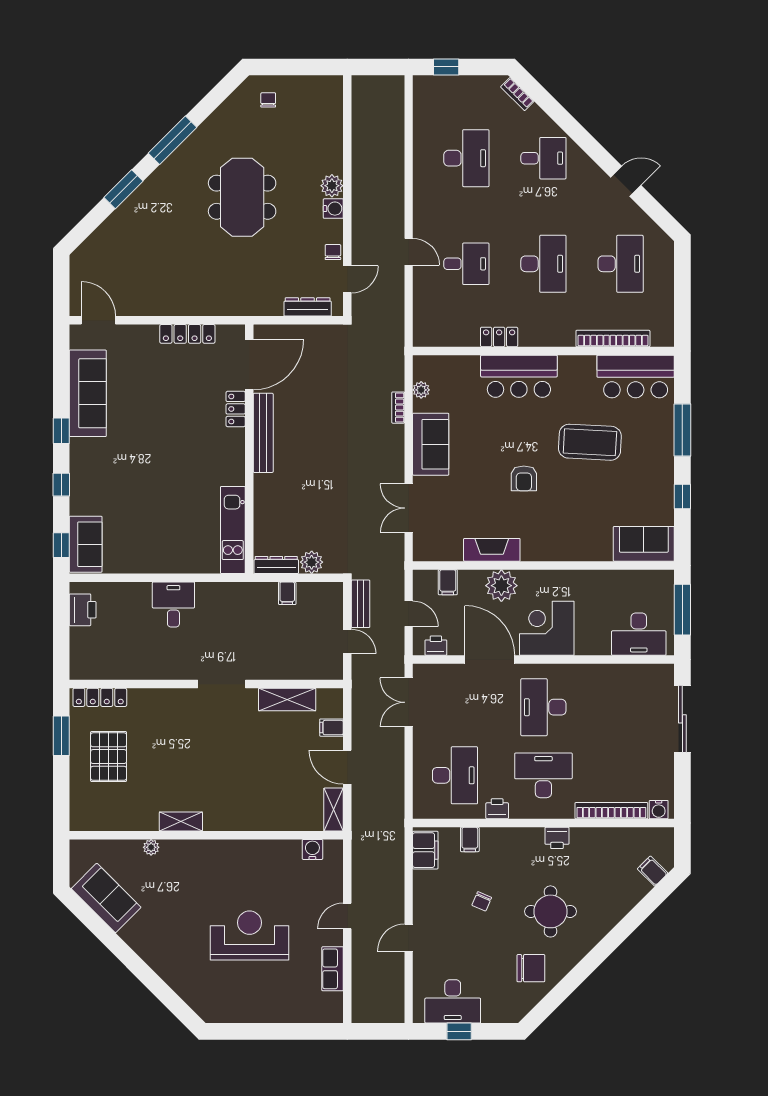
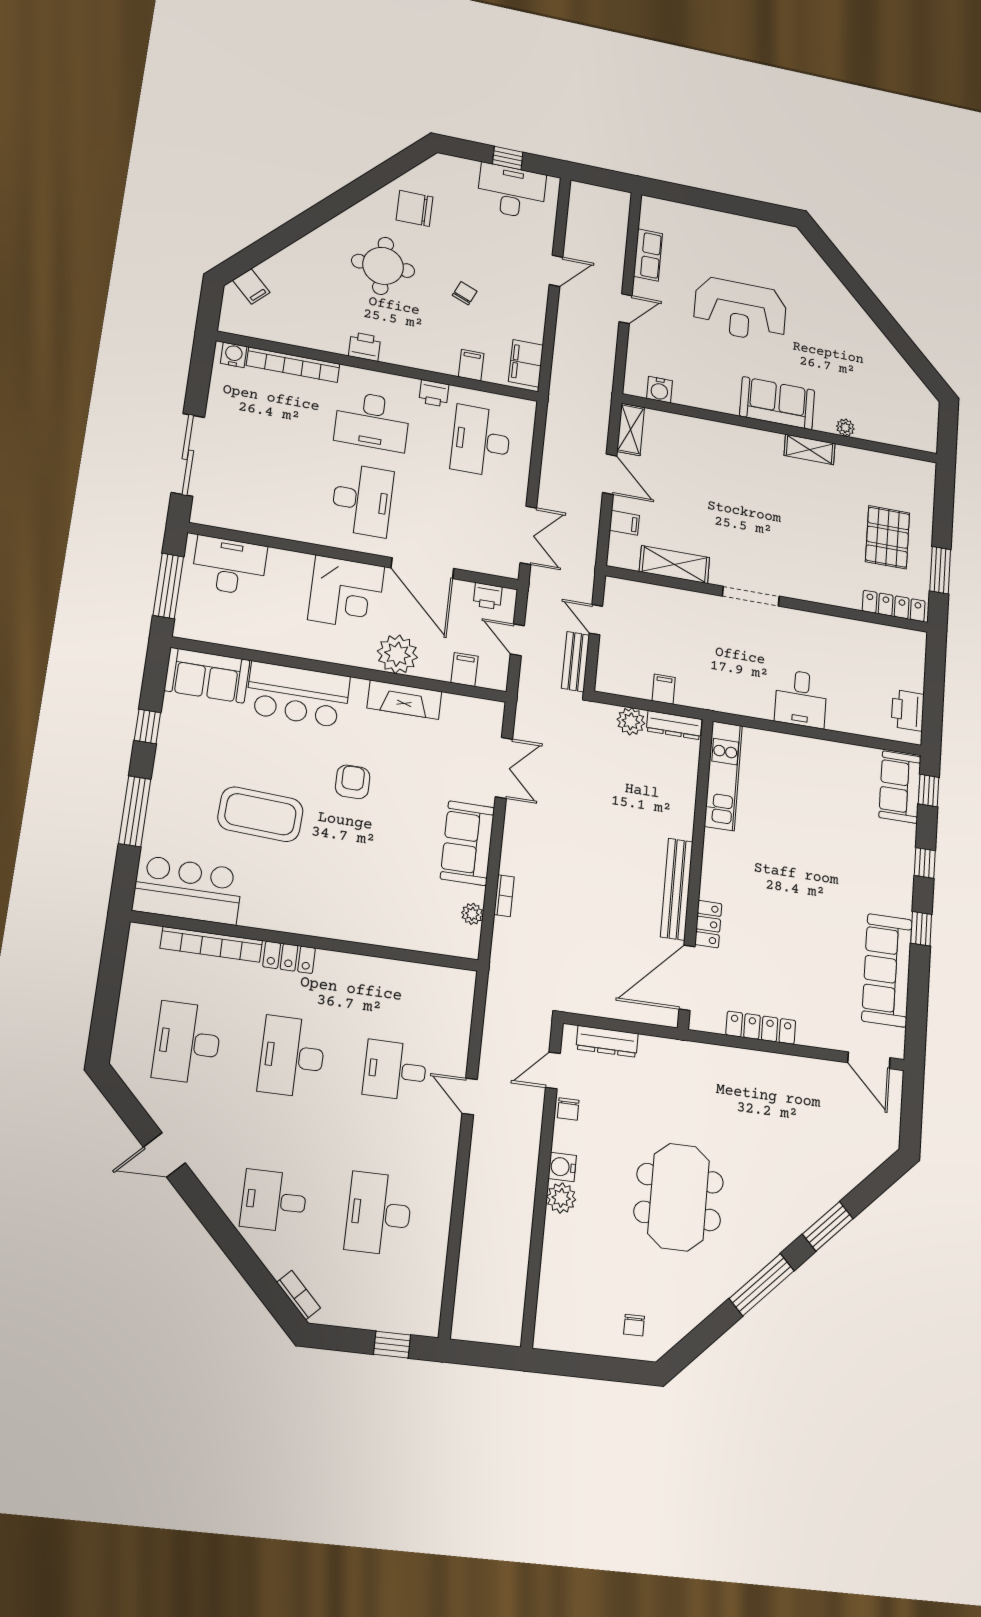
locker: (499, 337) -> (289, 957), moved
bar counter: (519, 376) -> (298, 695), moved, turned 180
sofa: (106, 898) -> (777, 403), moved, turned 135

